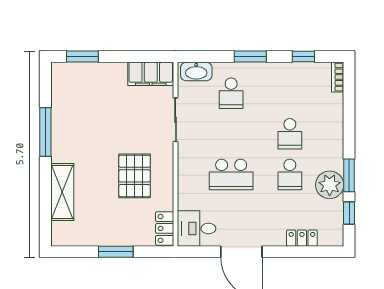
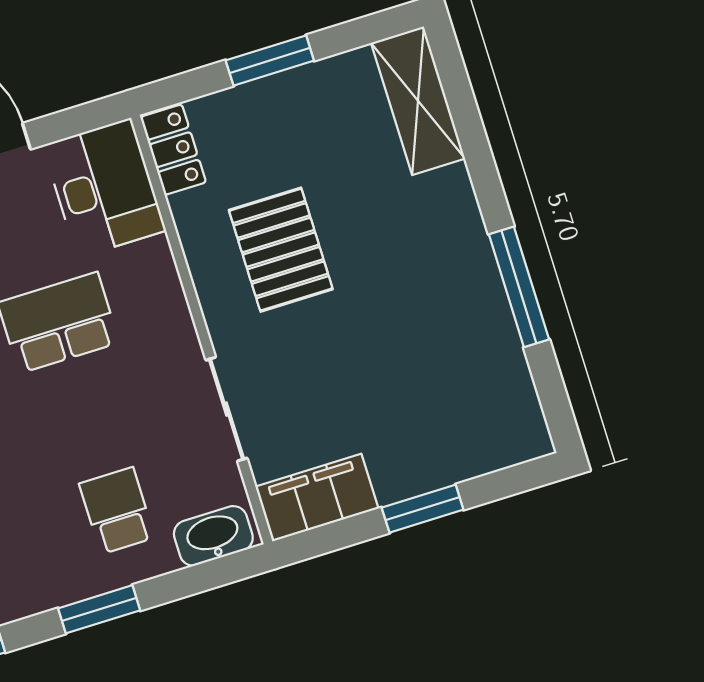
window: (82, 57) -> (423, 509), moved
shelving: (62, 192) -> (418, 101), moved
desk: (197, 228) -> (104, 188), width x1.37

